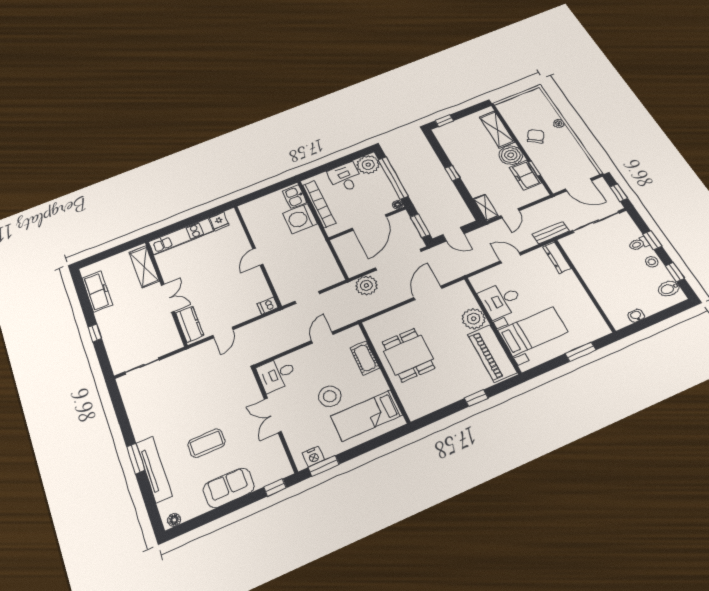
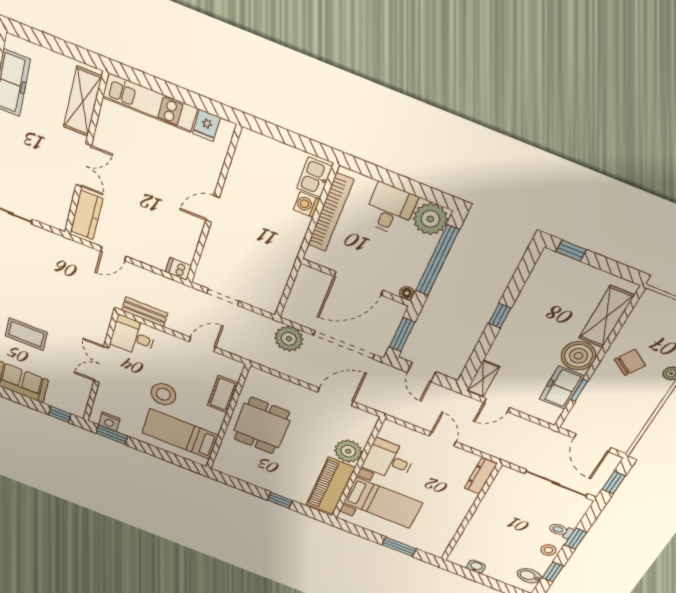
washing machine: (300, 219) -> (307, 205), width x0.53, depth x0.53
bench: (551, 233) -> (145, 312), moved

